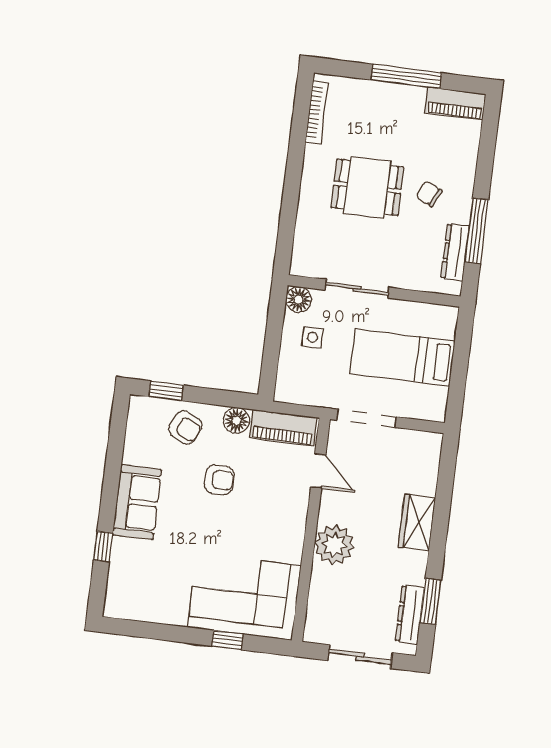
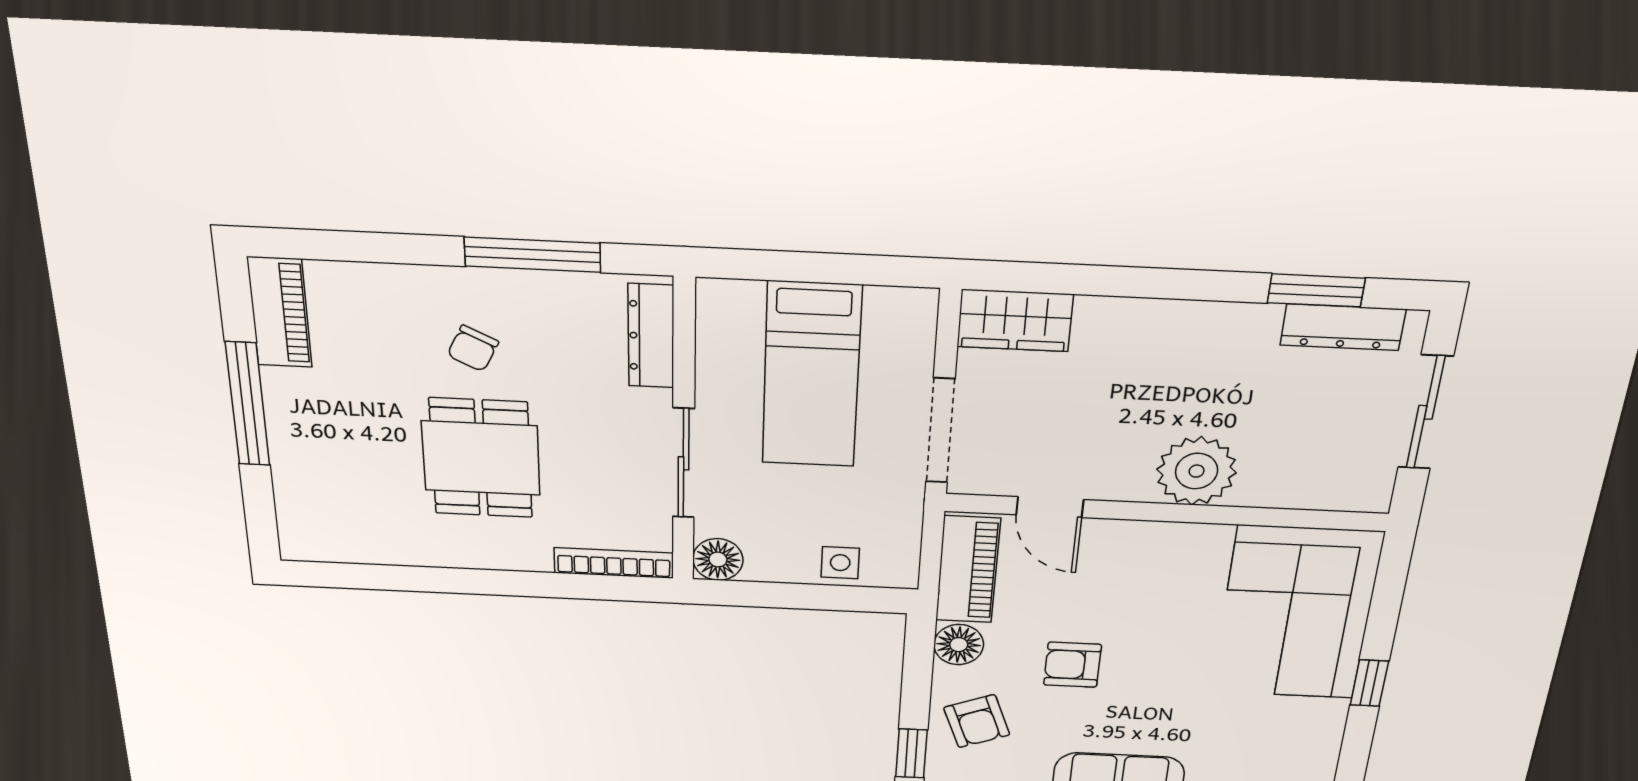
bookcase: (317, 112) -> (614, 563), moved
dresser: (455, 252) -> (651, 336), moved, turned 90
side table: (312, 337) -> (840, 563), moved
armchair: (185, 427) -> (977, 721), turned 133
door: (318, 471) -> (1050, 507), swing flipped
armchair: (219, 480) -> (1073, 665), turned -90
wardrobe: (417, 522) -> (1015, 320), moved
window: (227, 640) -> (1369, 683), moved

